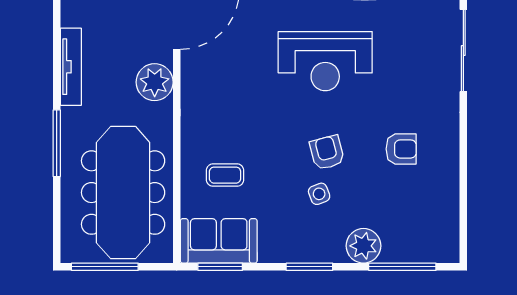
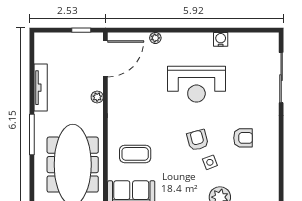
plant: (155, 82) -> (97, 97), width x0.53, depth x0.53
coffee table: (225, 175) -> (135, 154), width x1.36, depth x1.30
side table: (319, 194) -> (210, 162), moved

